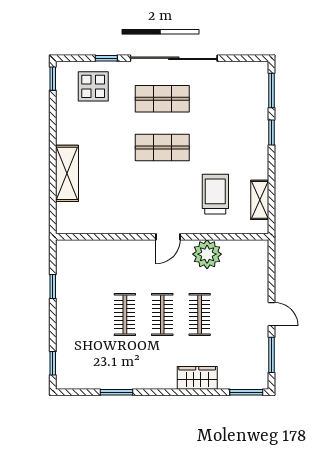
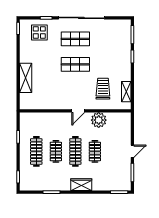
clothes rail: (87, 314) -> (36, 151), added
clothes rail: (162, 314) -> (75, 151), width x1.36
door: (272, 314) -> (132, 151), hinge flipped
wardrobe: (197, 378) -> (81, 185), moved

